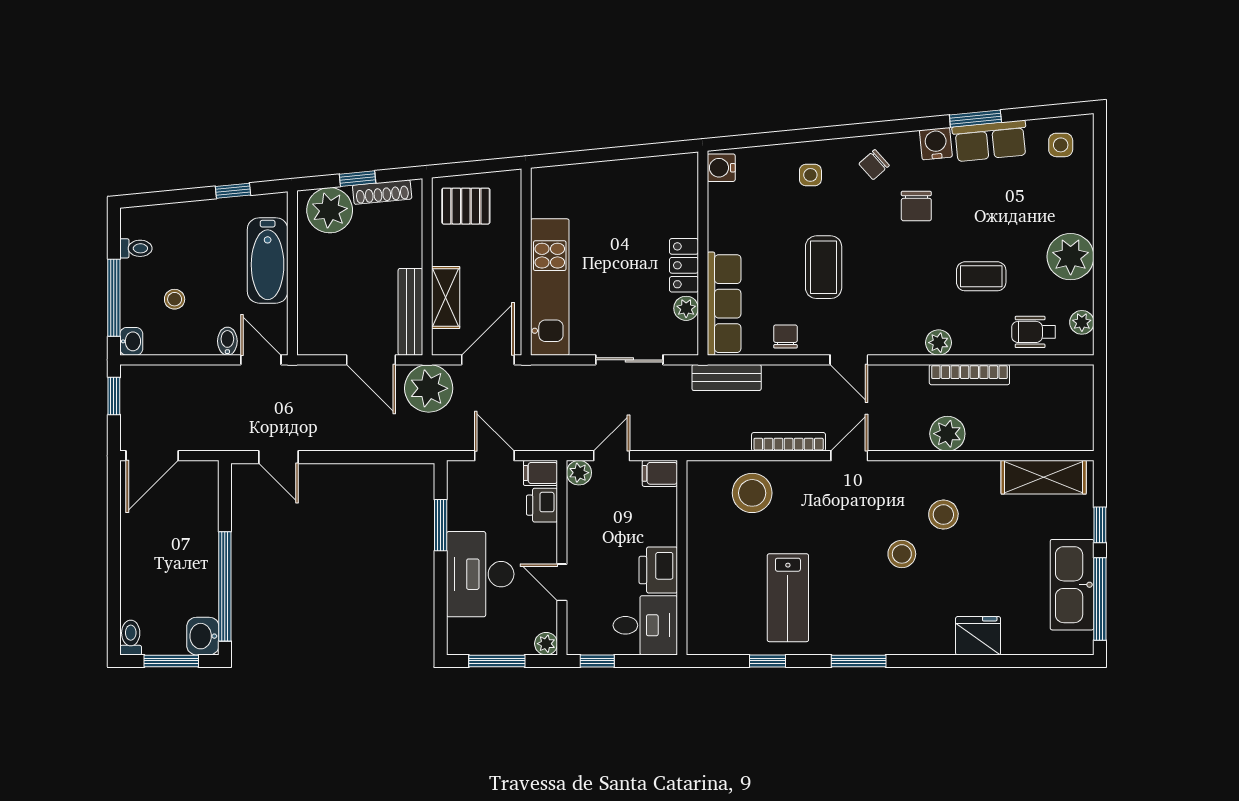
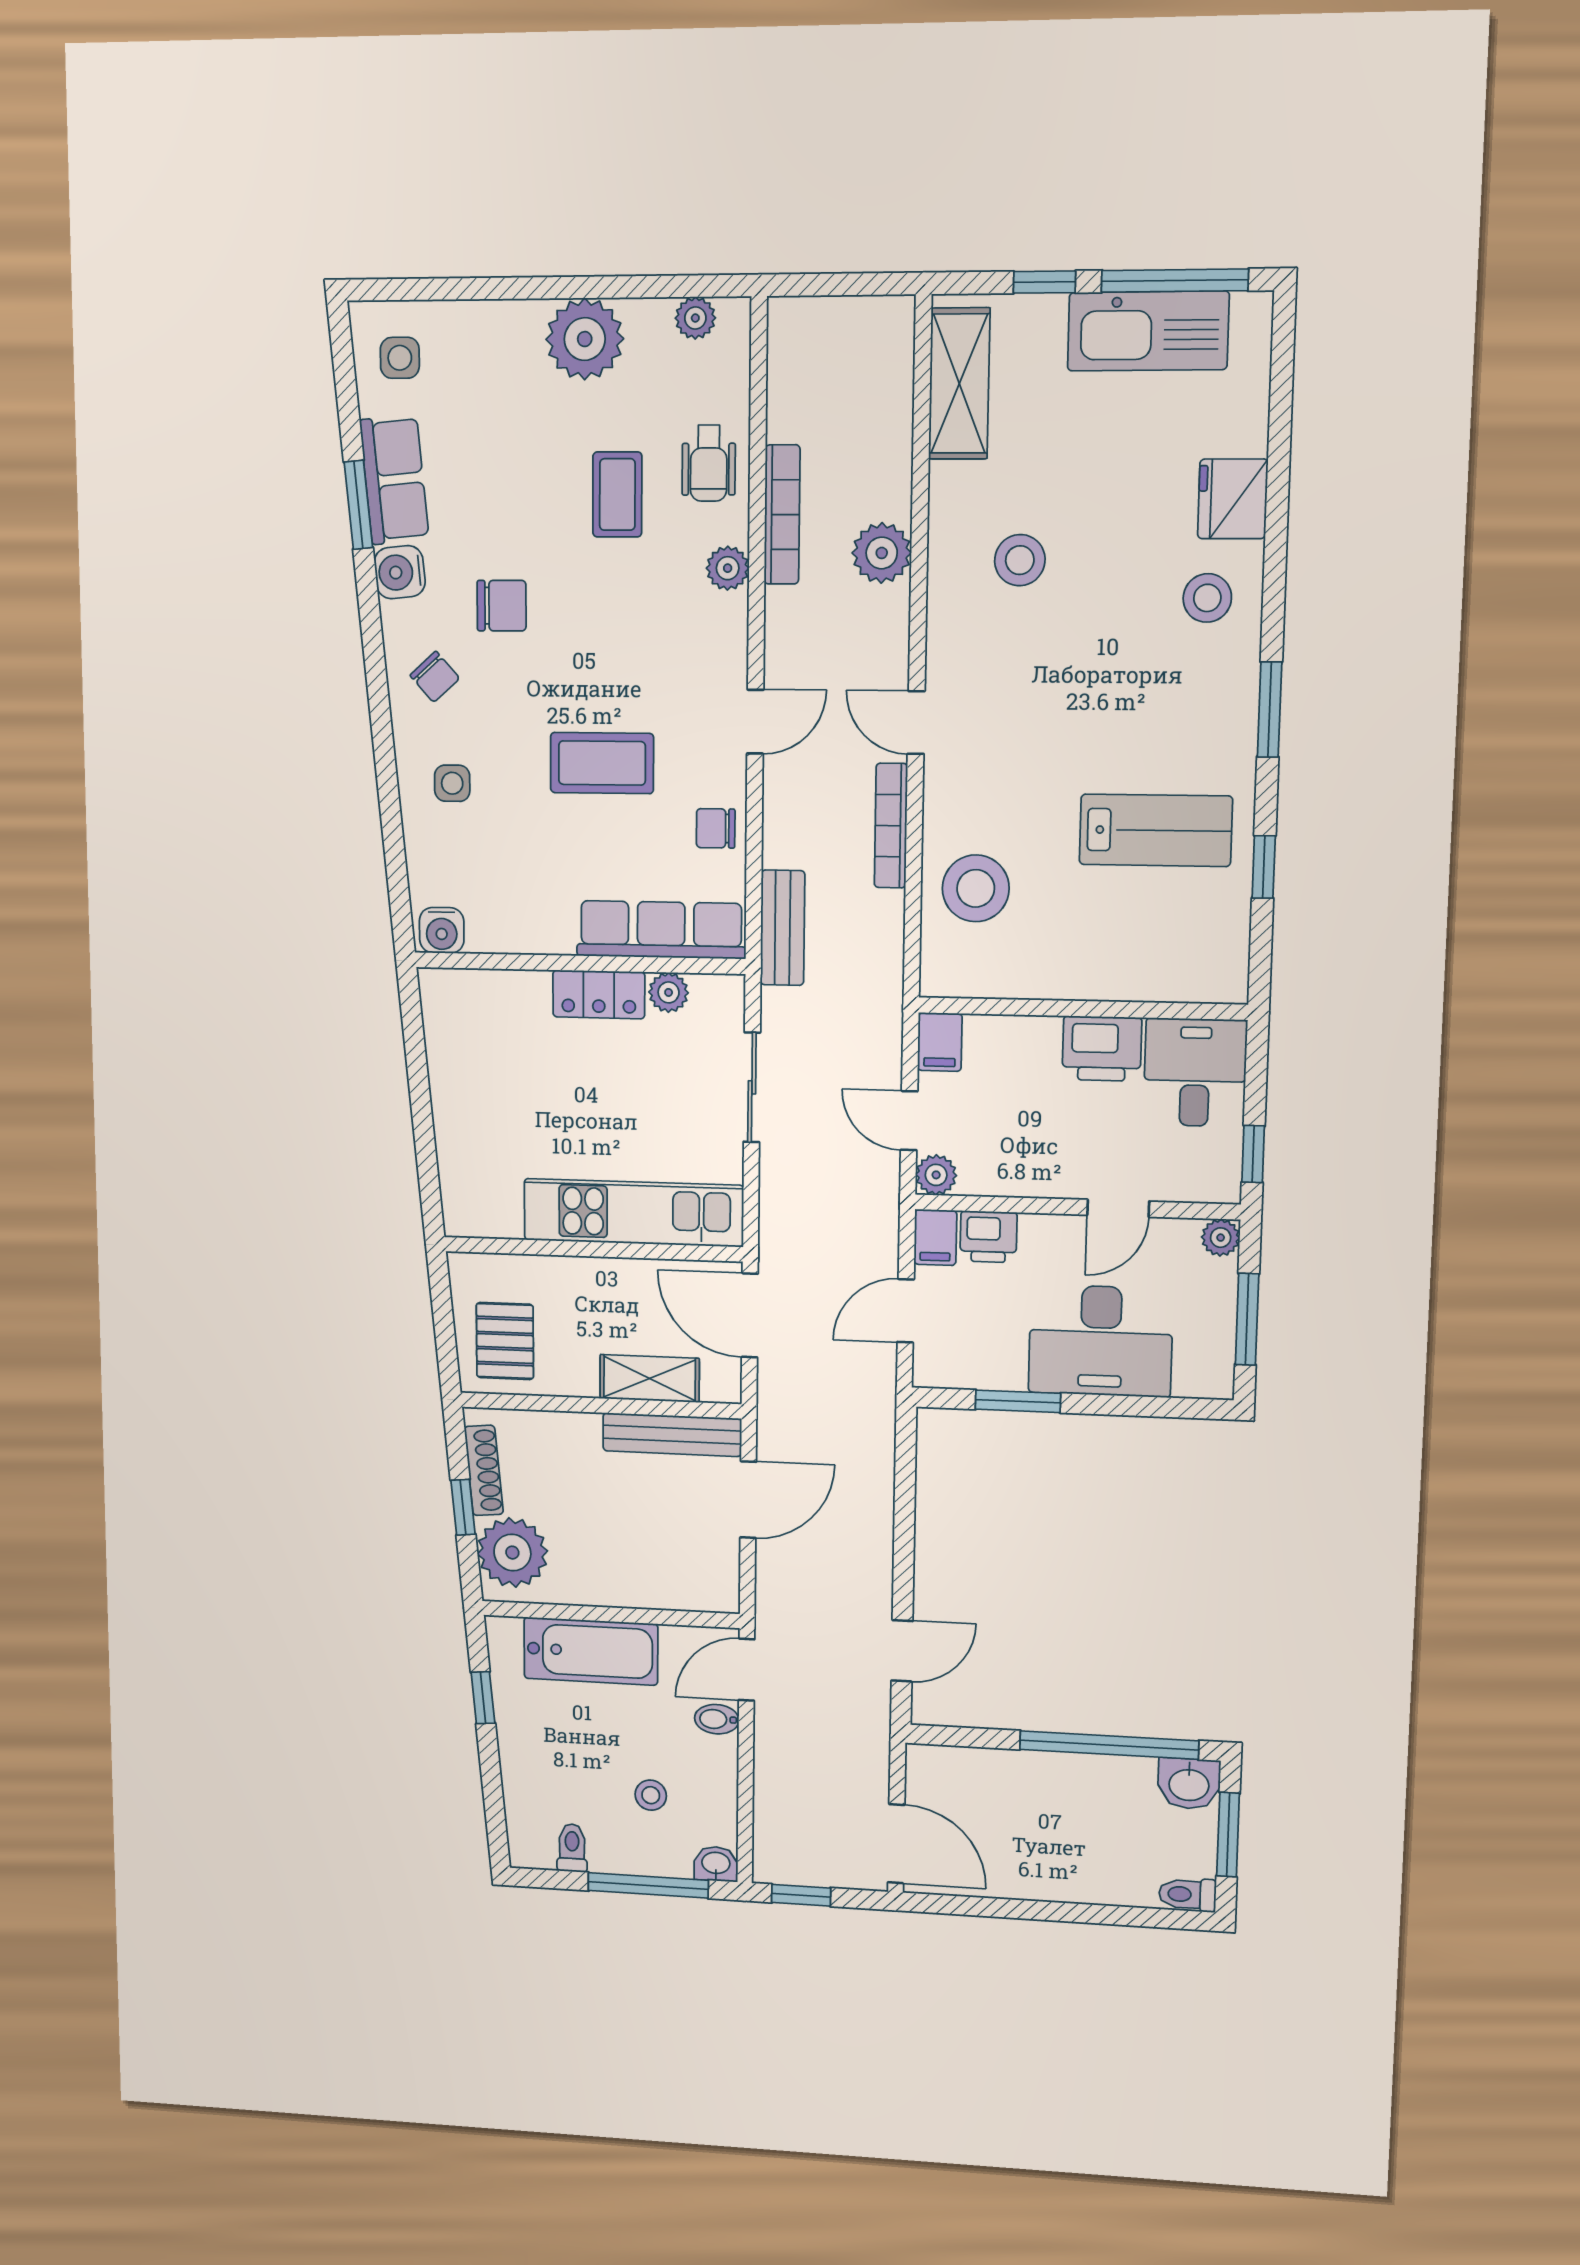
wheelchair: (1034, 332) -> (709, 463), moved
plant: (429, 388) -> (795, 1411), removed
stool: (902, 554) -> (1207, 598), moved

